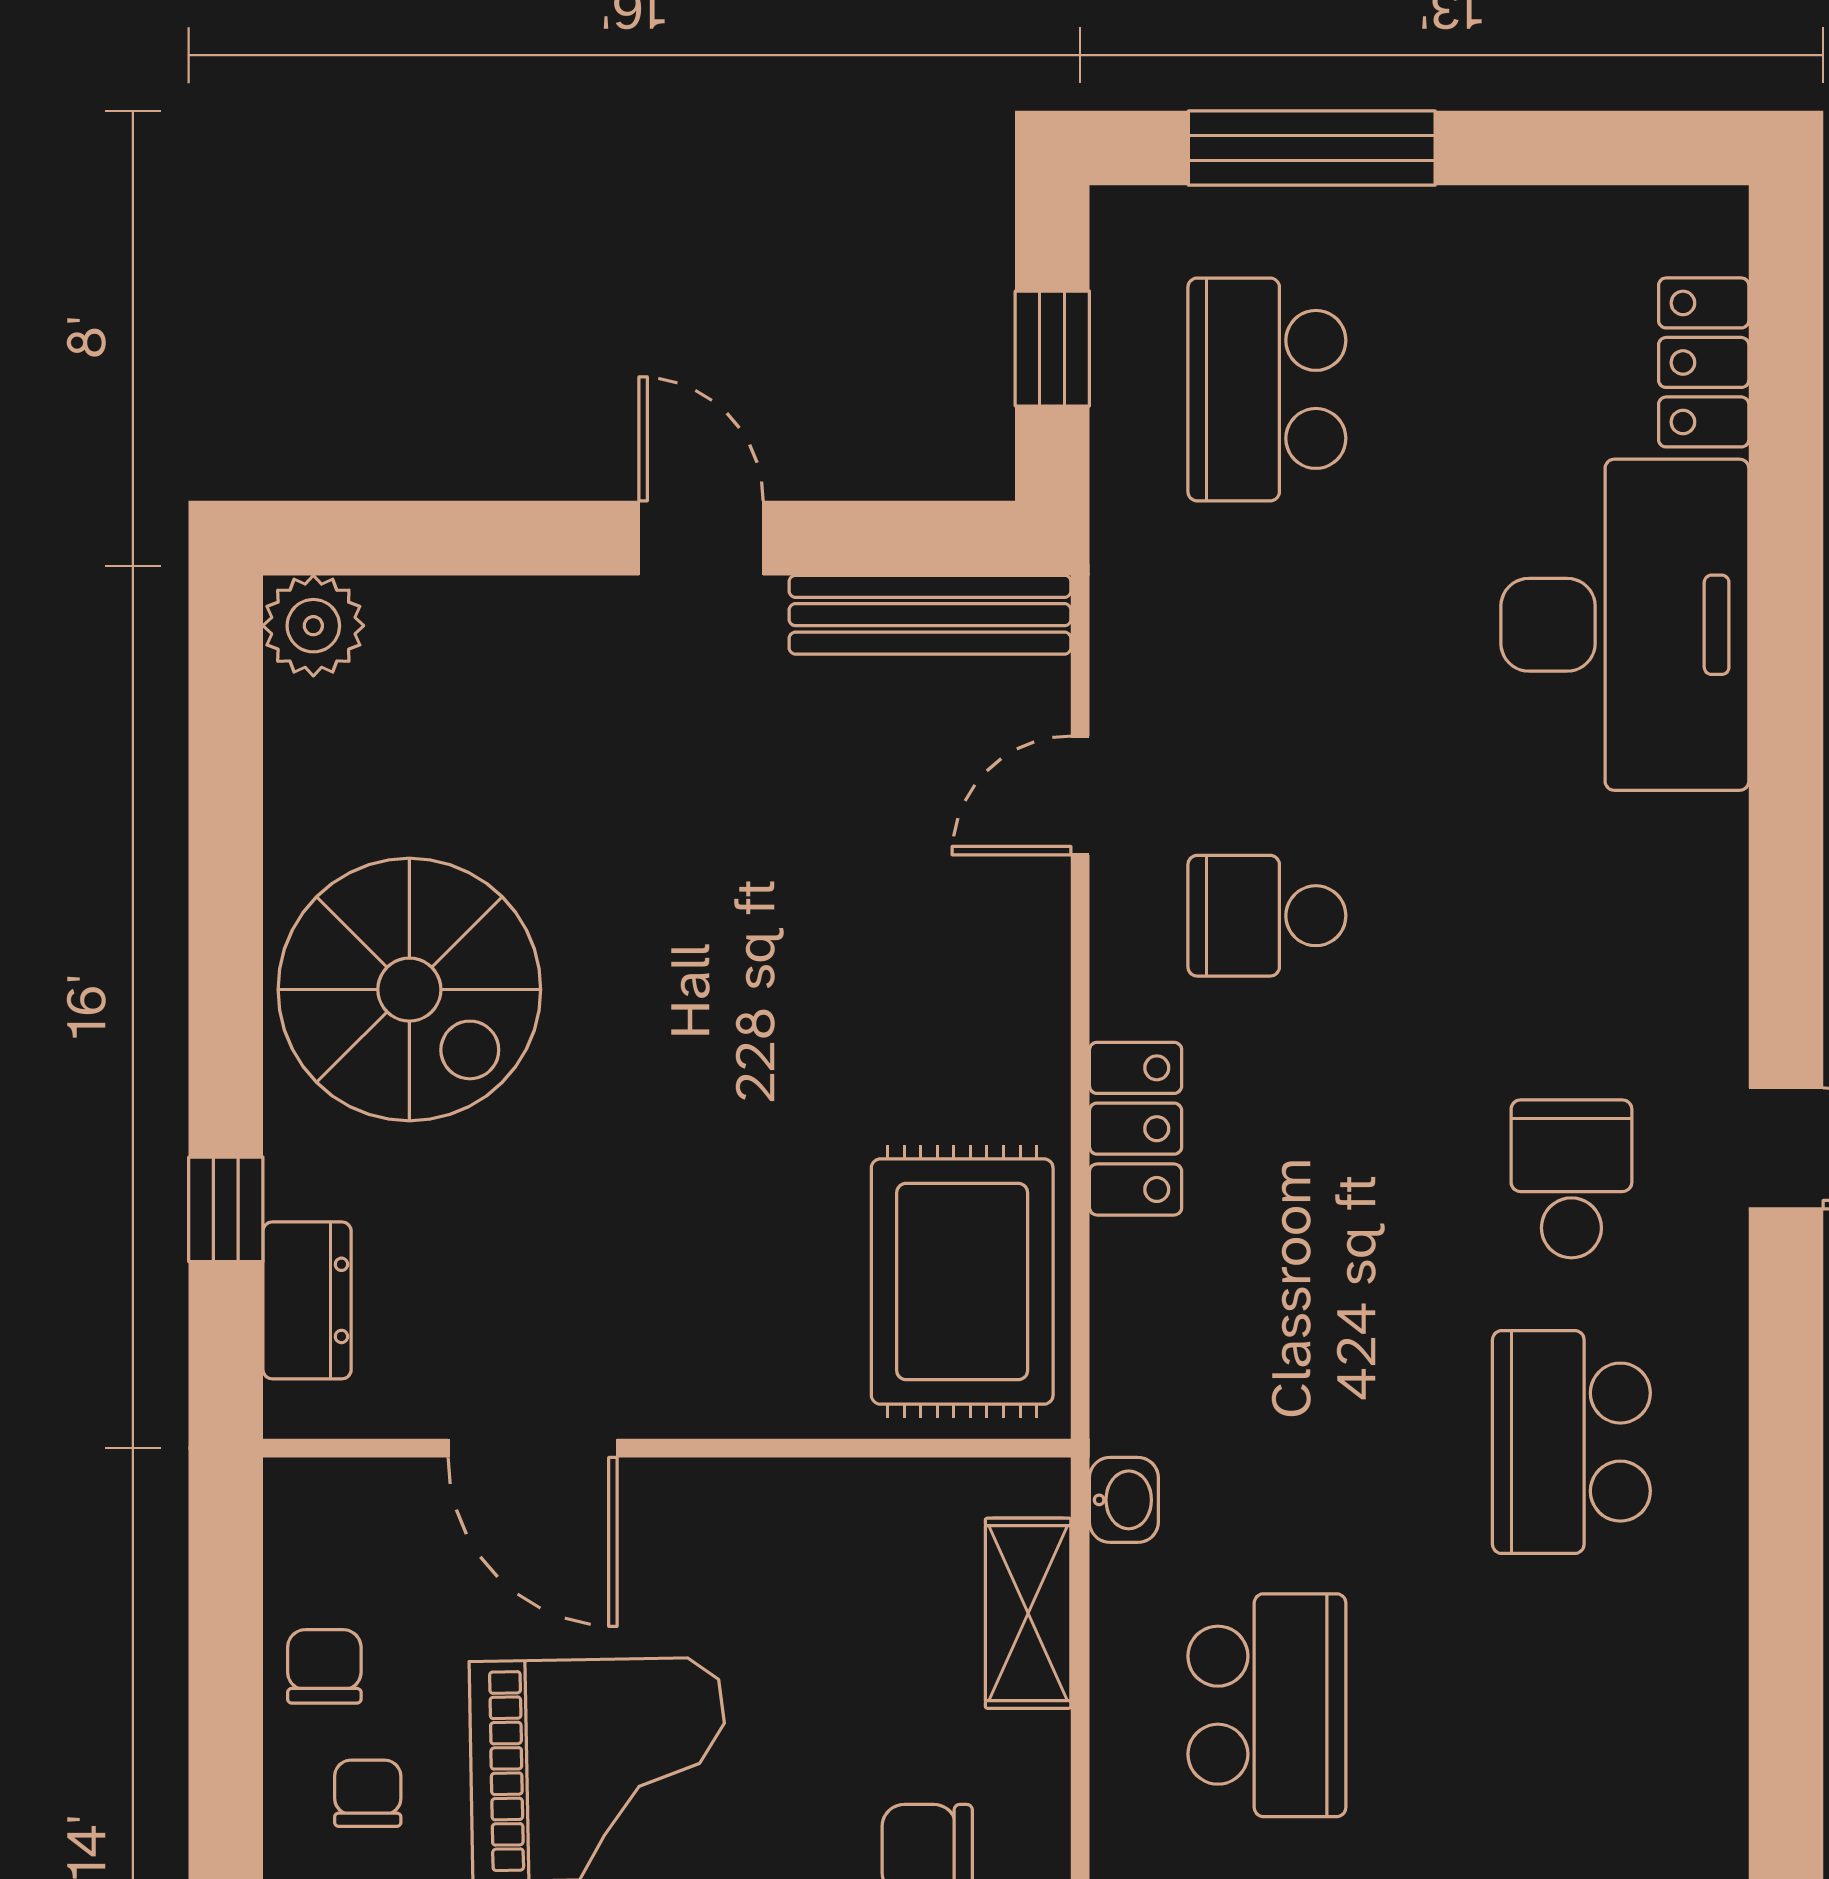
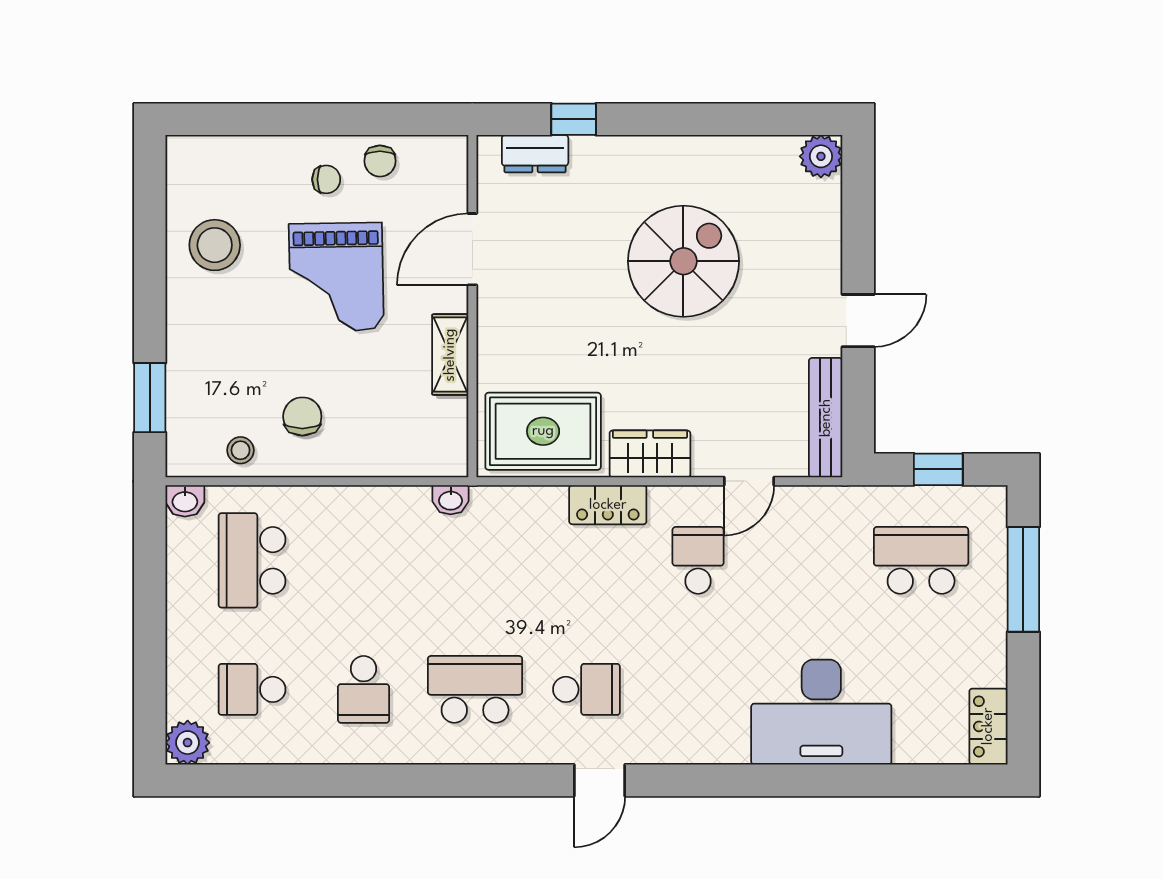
locker: (1704, 362) -> (988, 726), moved, turned -90
door: (1080, 795) -> (749, 481), swing flipped
spiral stairs: (409, 990) -> (683, 261), moved, turned 180
wardrobe: (1016, 1029) -> (650, 454), added
shelving: (1028, 1613) -> (450, 355), moved, turned 90
chair: (324, 1666) -> (380, 161), turned 90
school desk: (1267, 1705) -> (364, 689), moved, width x0.54

